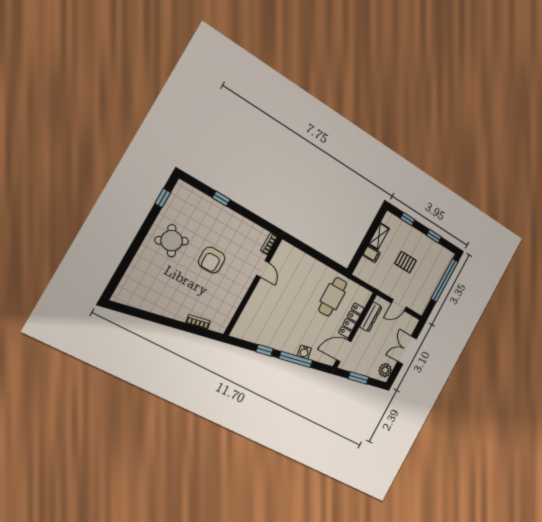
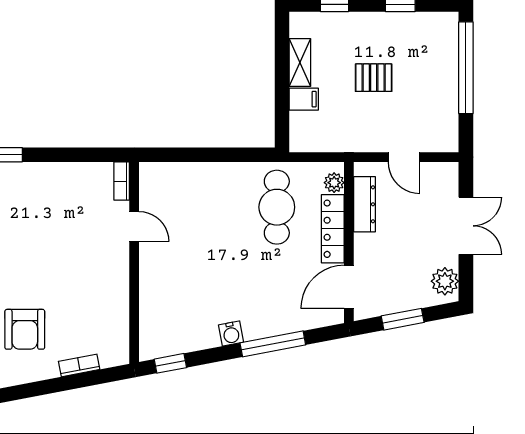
armchair: (212, 260) -> (25, 329), moved
plant: (363, 300) -> (334, 183), added
door: (399, 305) -> (404, 157), hinge flipped
window: (265, 350) -> (170, 363), moved
double door: (407, 350) -> (466, 226), swing flipped
water cooler: (304, 352) -> (231, 334), moved

